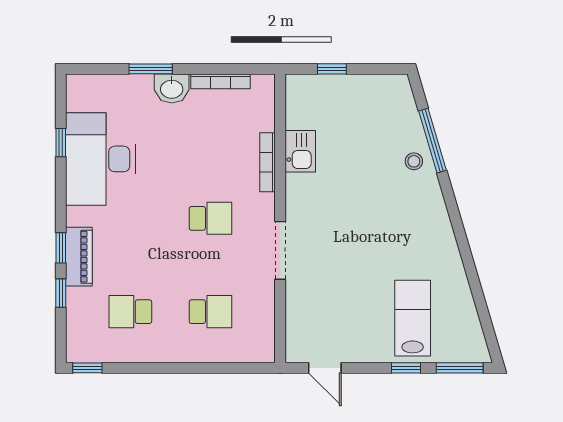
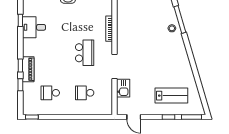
kitchen sink: (300, 151) -> (123, 88), moved
desk: (100, 159) -> (34, 27), width x0.53, depth x0.77
school desk: (210, 218) -> (85, 53), width x1.85
school desk: (210, 312) -> (85, 93), turned 180
lab bench: (413, 318) -> (171, 96), turned 90

